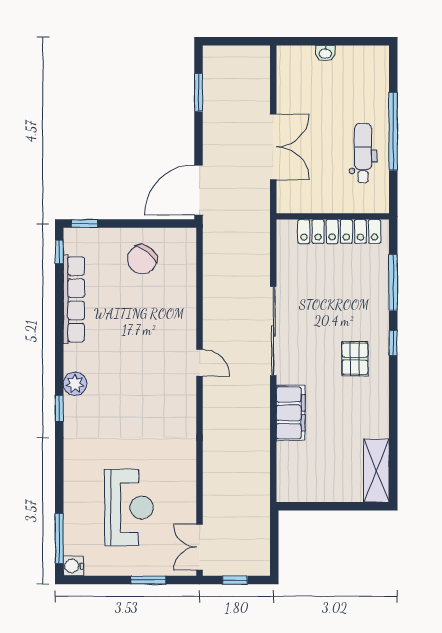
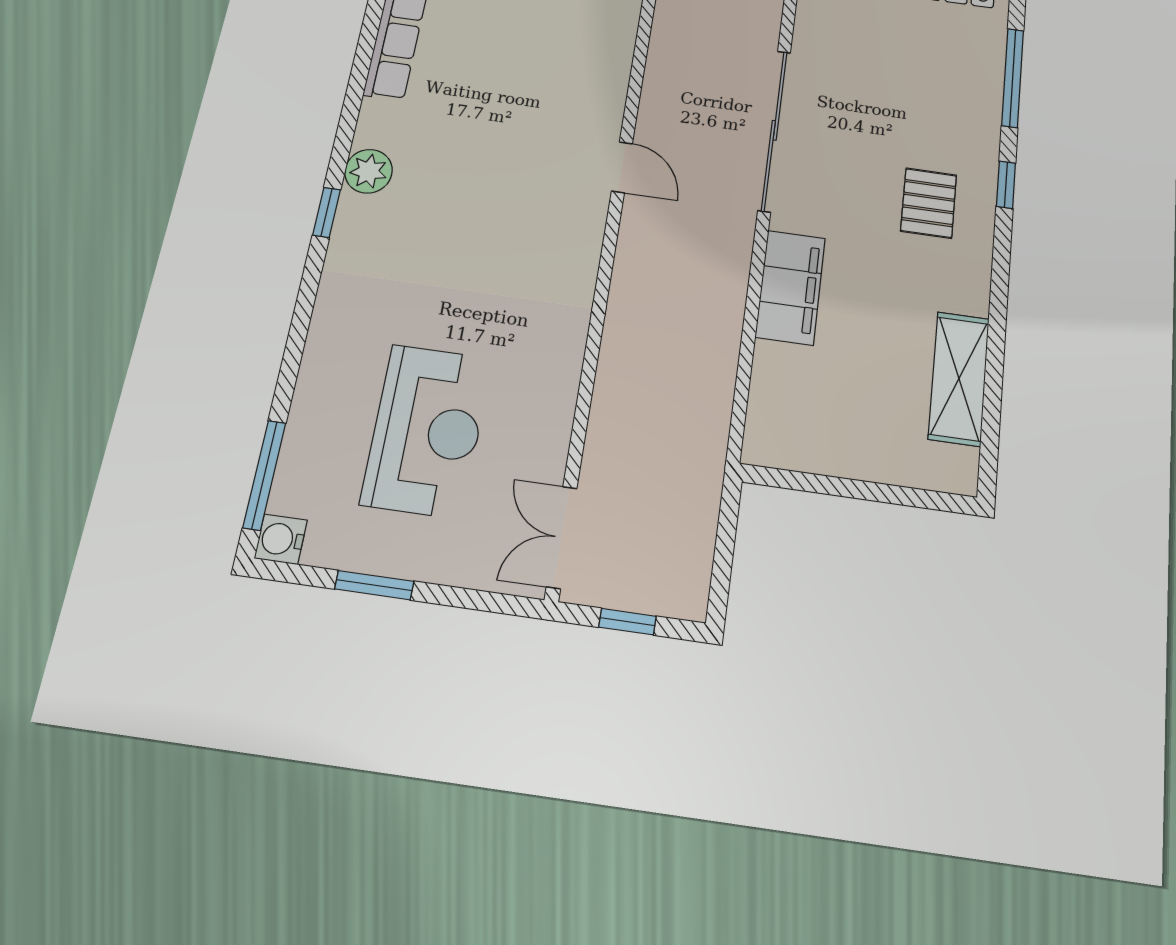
shelving: (376, 471) -> (959, 378), moved
window: (148, 580) -> (374, 585), moved

